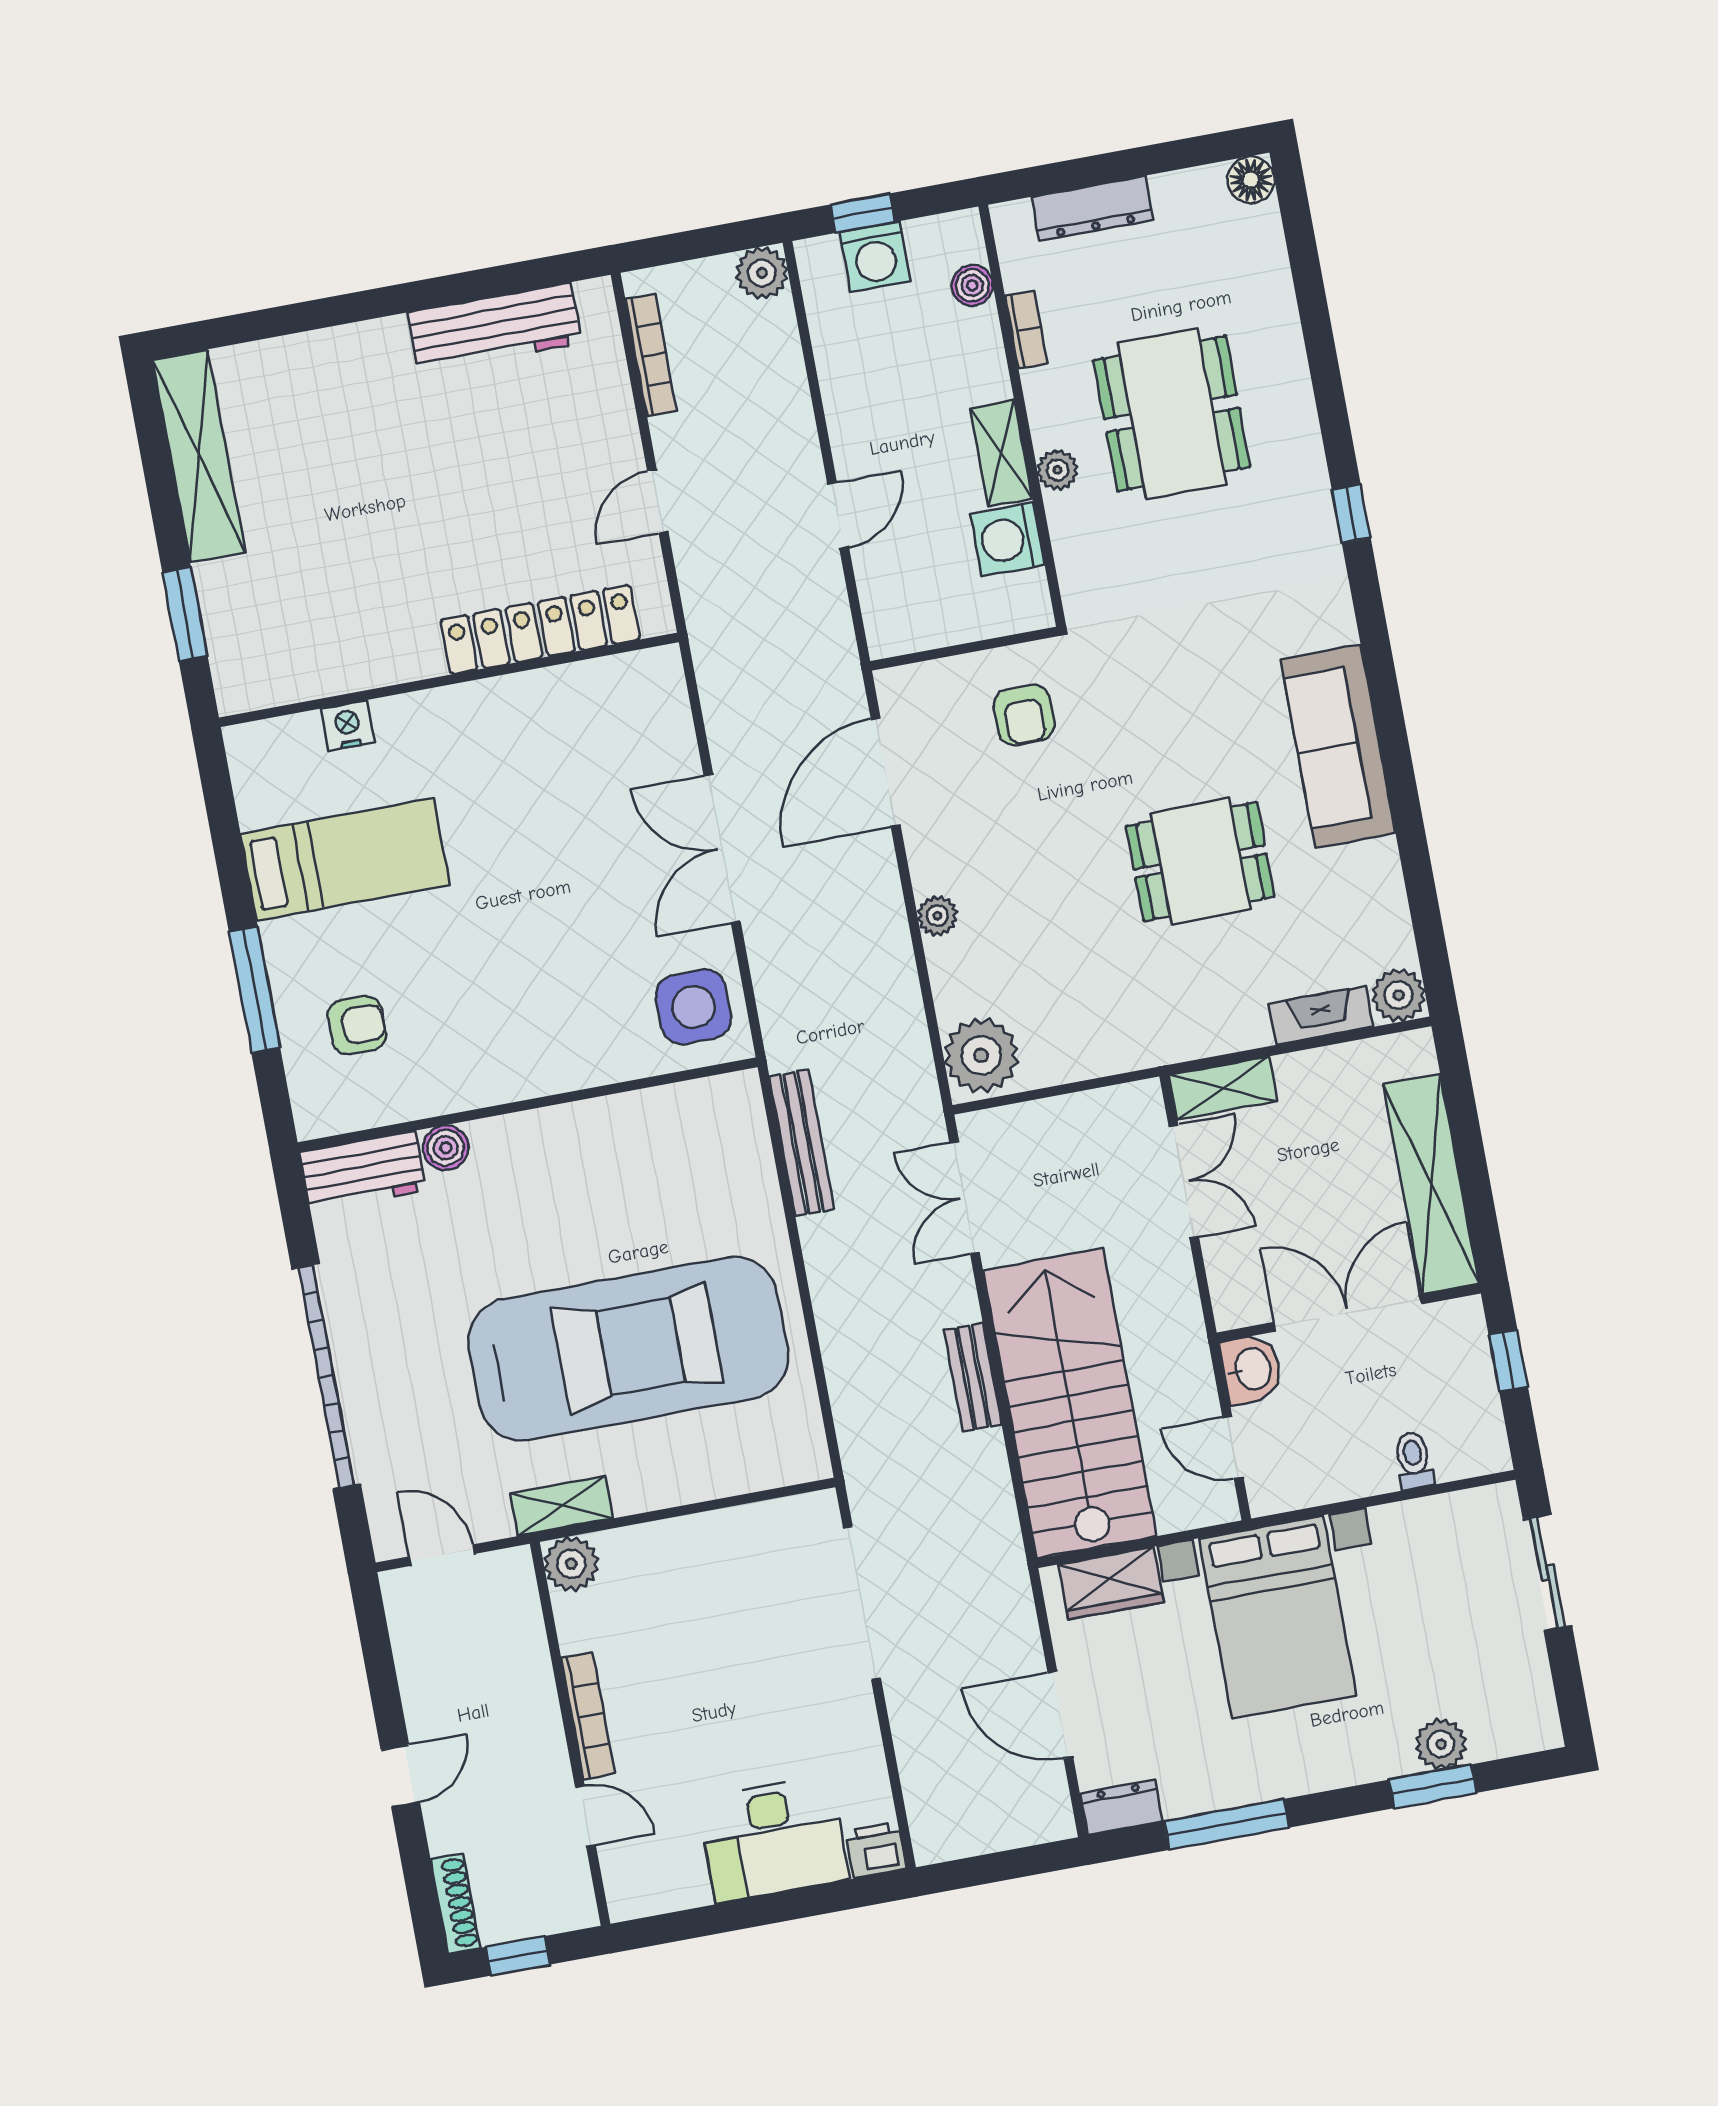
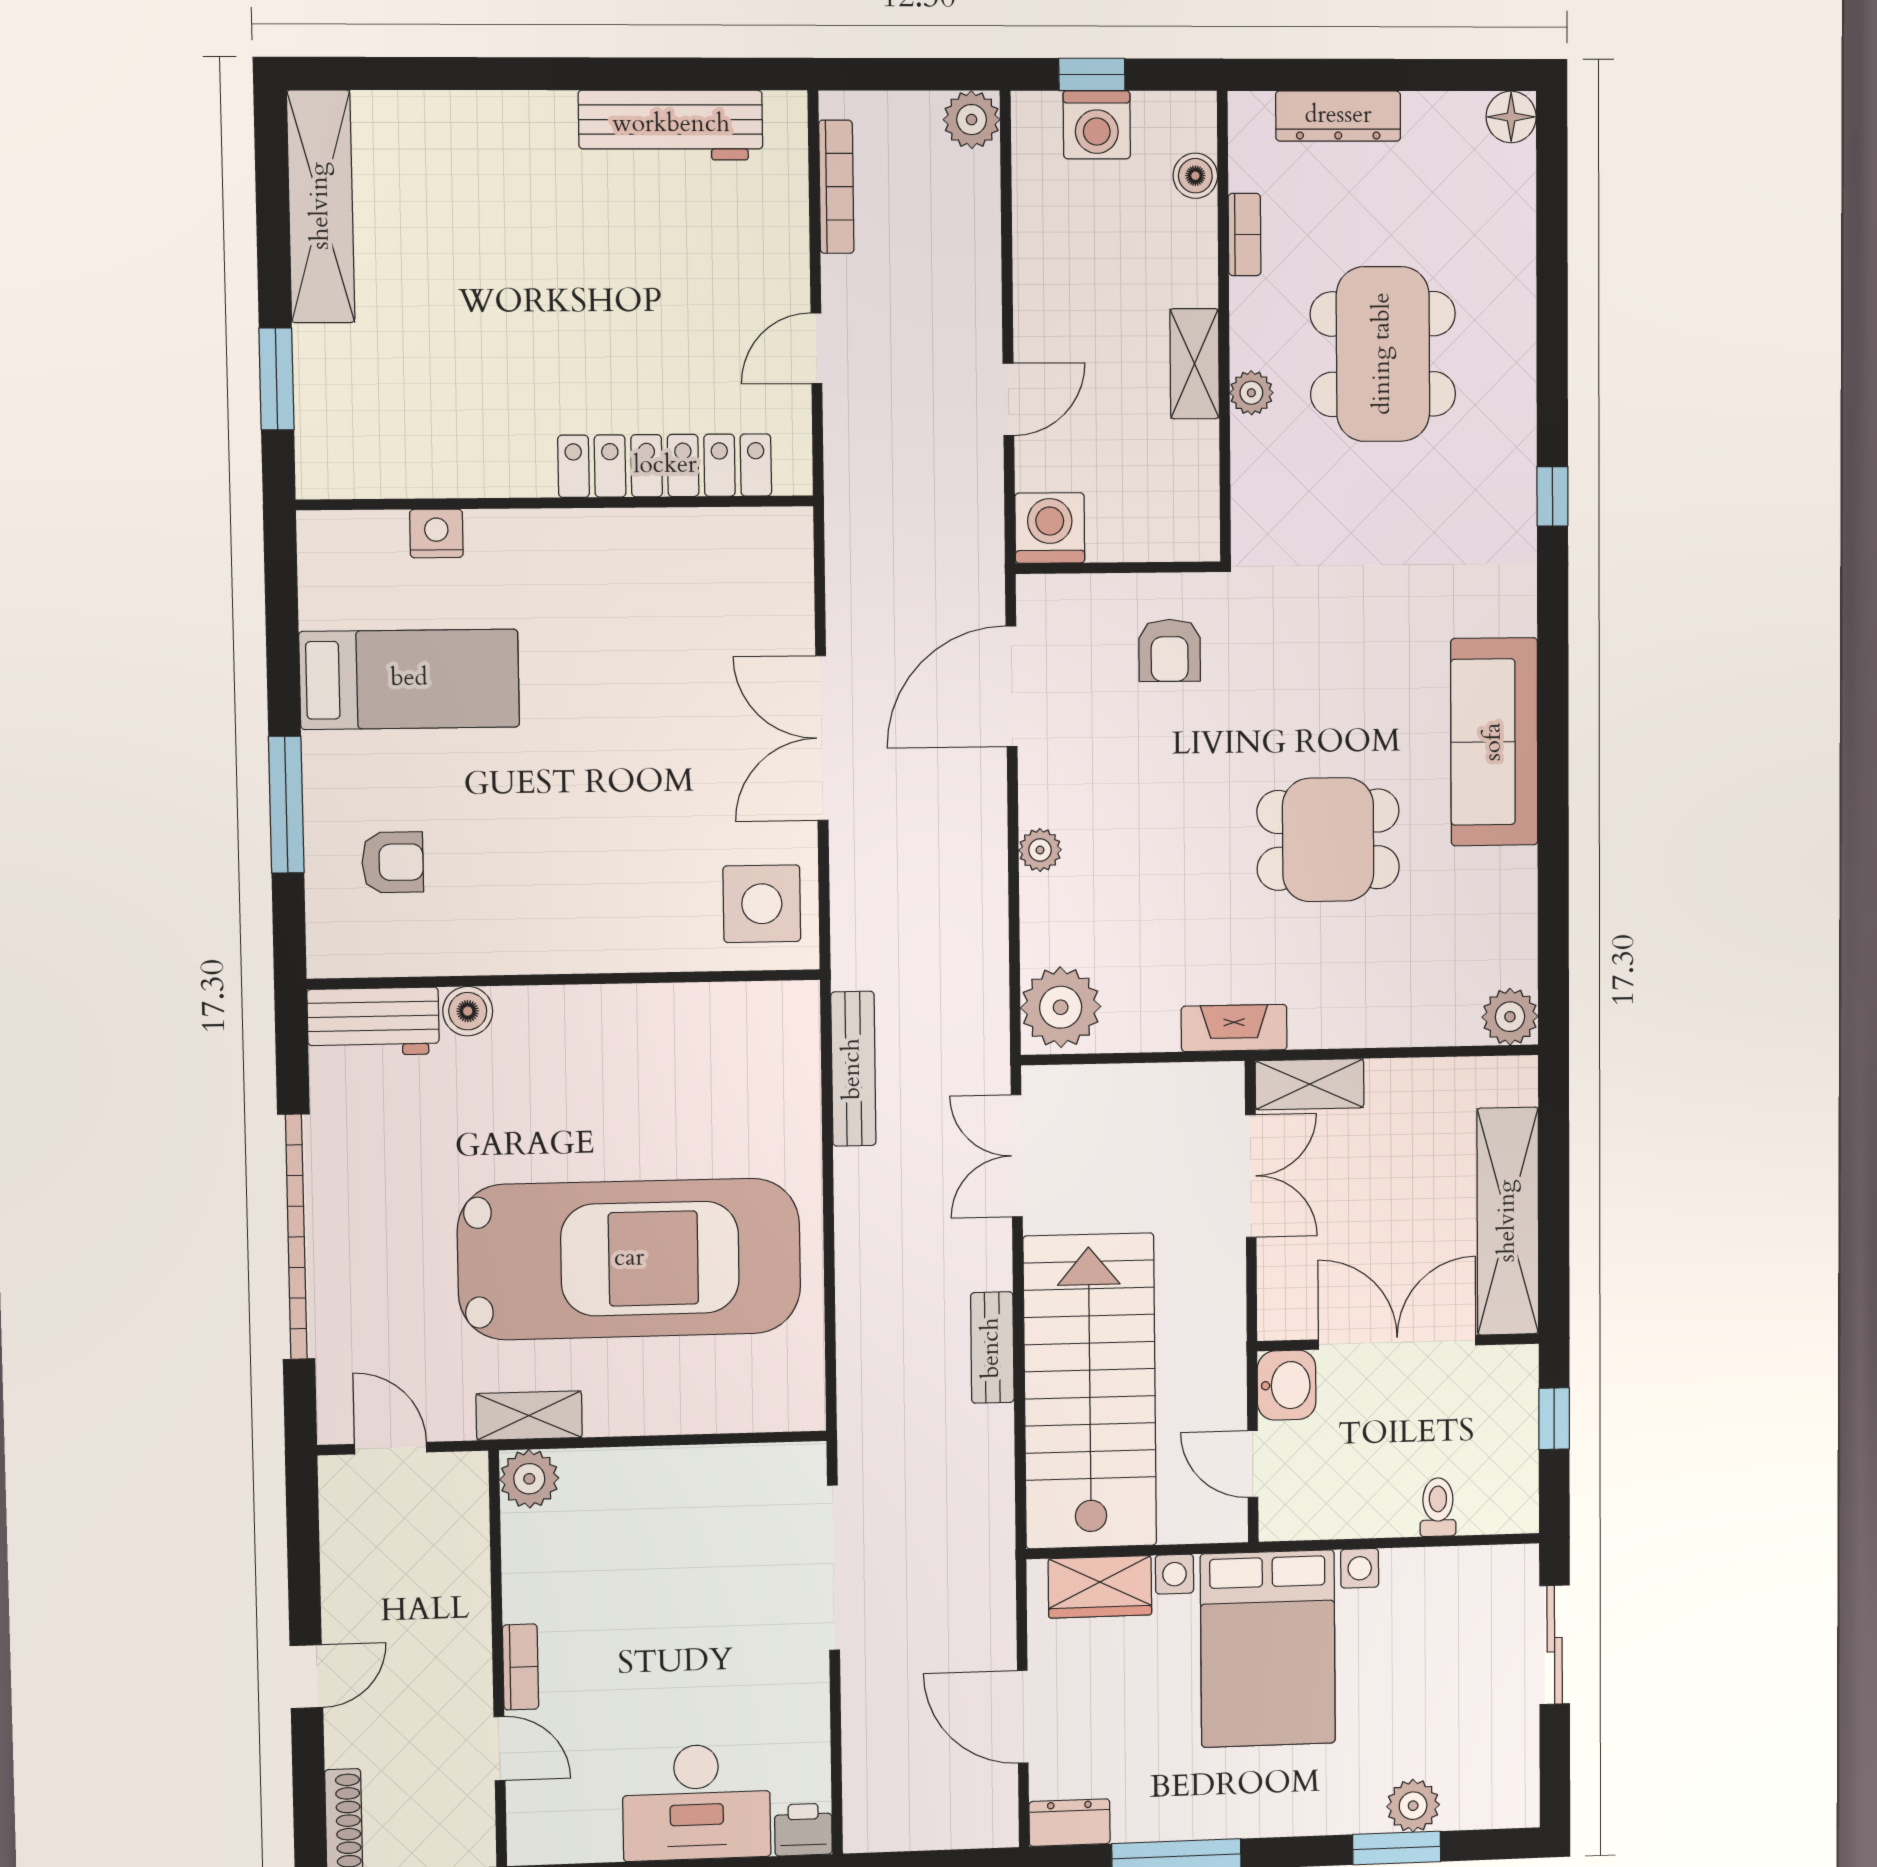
washing machine: (1008, 539) -> (1050, 528), moved, turned 90
fireplace: (1321, 1015) -> (1234, 1028), moved
bookcase: (588, 1716) -> (521, 1667), width x0.64

